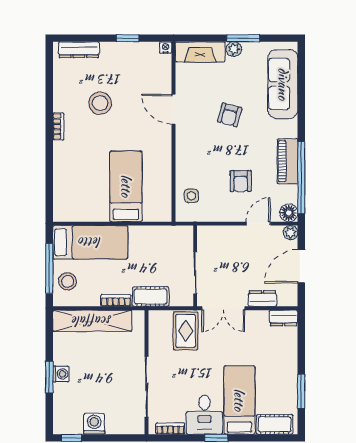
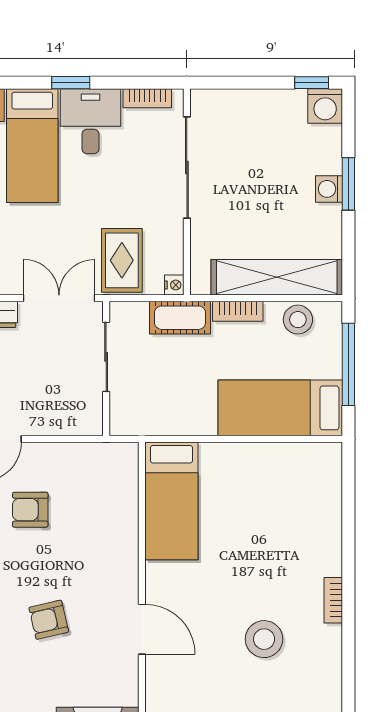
armchair: (230, 115) -> (49, 620), turned -118
armchair: (241, 181) -> (30, 510), turned -90
bed: (126, 186) -> (171, 501), moved
side table: (191, 196) -> (112, 485), removed
stool: (68, 281) -> (298, 320), moved
nightstand: (154, 316) -> (174, 285), added
washing machine: (94, 424) -> (325, 106), moved

